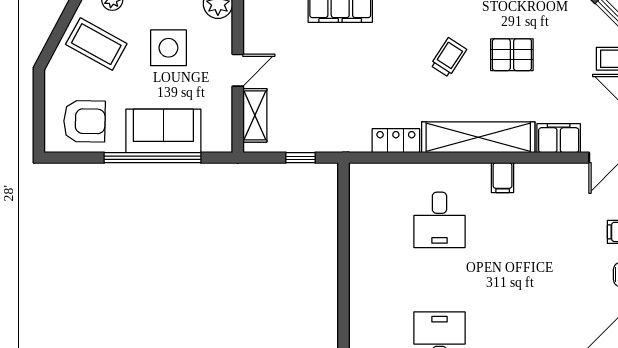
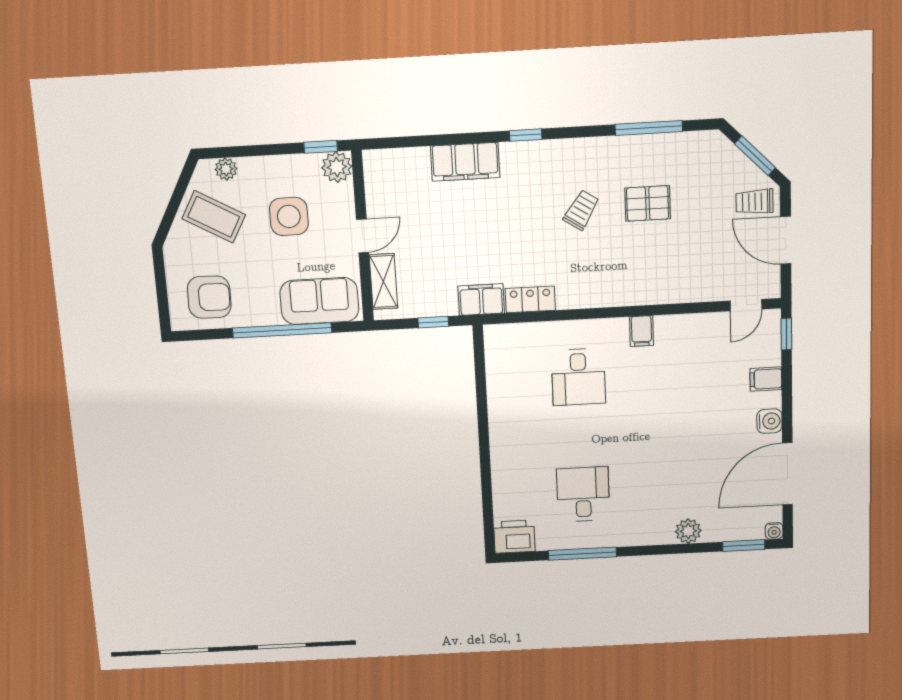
sofa: (163, 131) -> (319, 301), moved
shelving: (478, 137) -> (615, 291), removed
filing cabinet: (559, 138) -> (481, 300), moved

